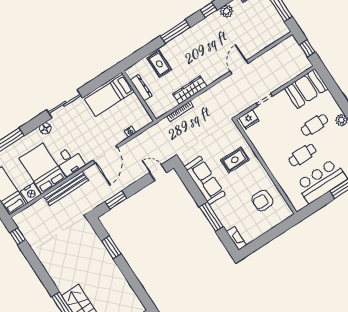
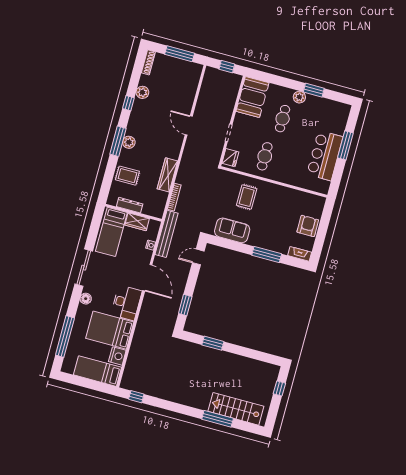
plant: (183, 40) -> (129, 142), added
wardrobe: (136, 105) -> (137, 222), added
cafe table: (302, 155) -> (265, 156), moved
desk: (70, 161) -> (126, 303), width x1.37
sofa: (205, 180) -> (232, 230), width x0.73
bench: (66, 188) -> (167, 234), moved
armchair: (262, 201) -> (308, 226), moved, turned 180

